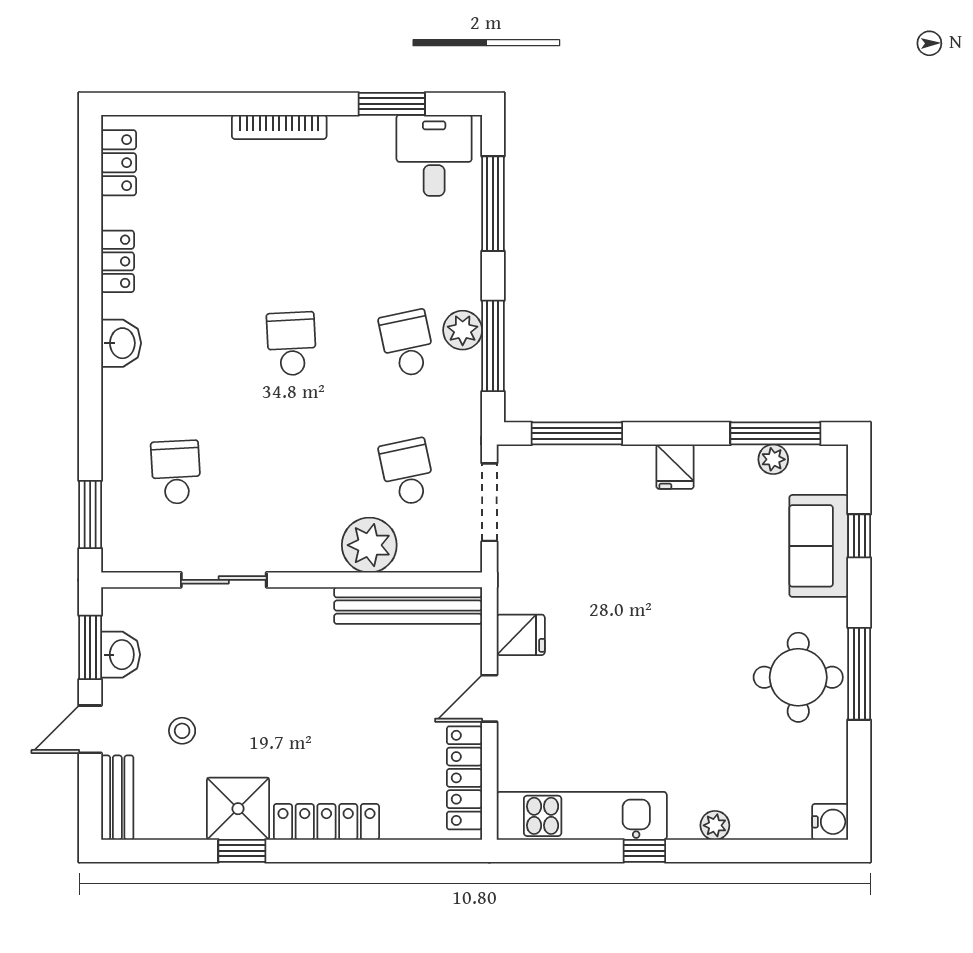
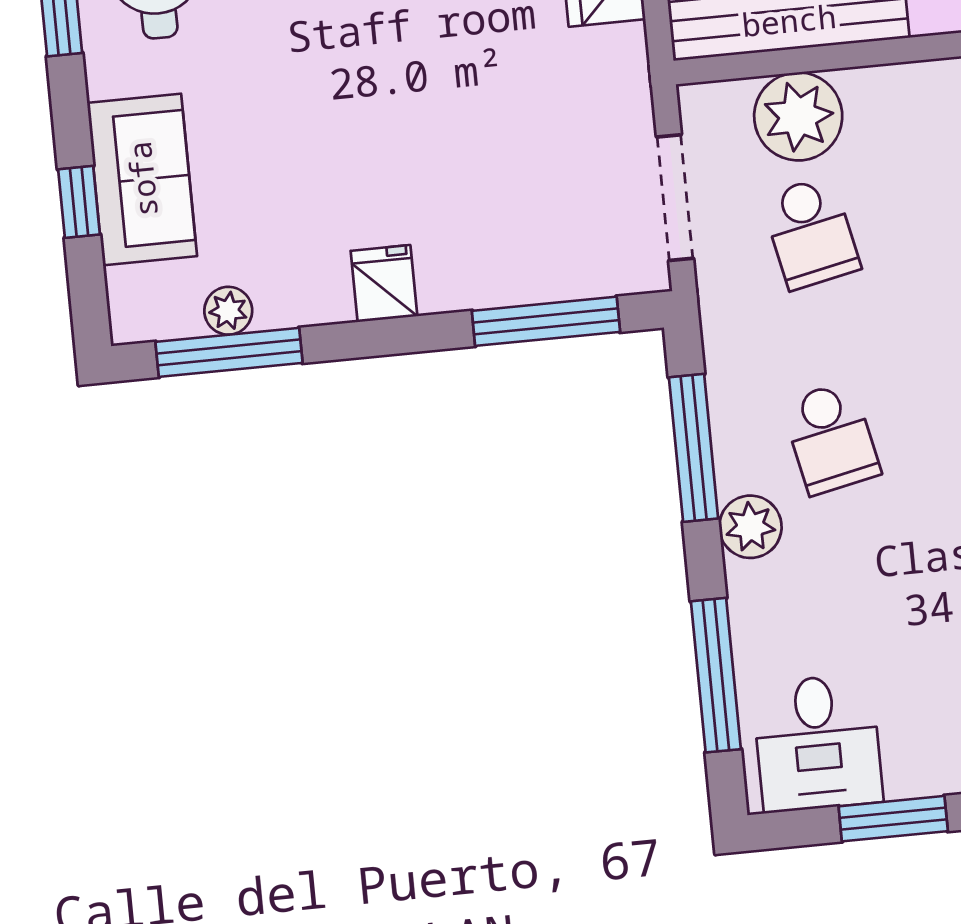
plant: (463, 330) -> (750, 527), moved
plant: (369, 545) -> (798, 116), moved

